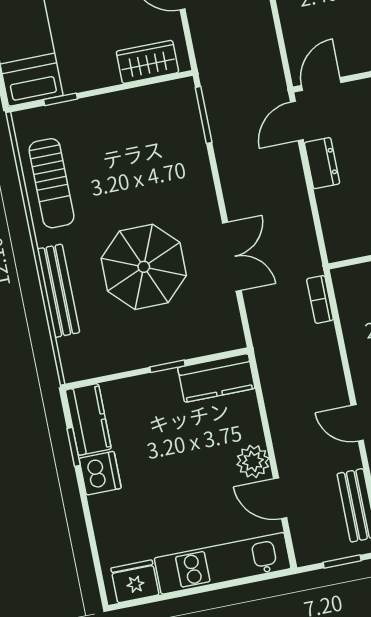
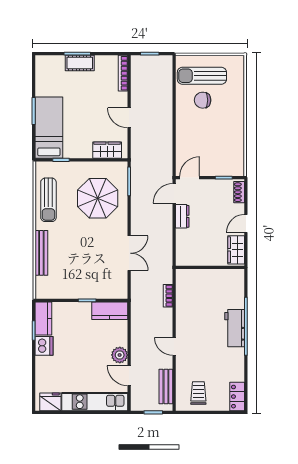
parasol: (144, 267) -> (98, 198), moved
bookcase: (320, 299) -> (168, 296), moved

